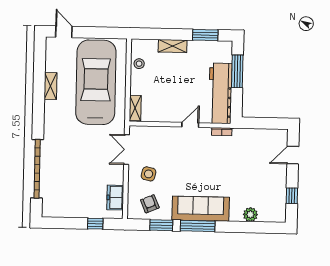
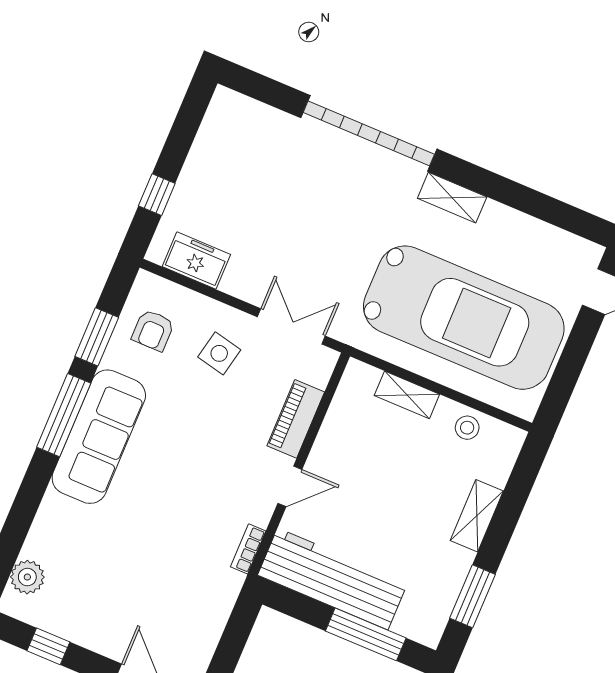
shelving: (50, 86) -> (452, 198), moved
shelving: (135, 108) -> (407, 395), moved
door: (190, 125) -> (290, 486), hinge flipped
piano: (163, 133) -> (296, 419), added
garage door: (37, 169) -> (369, 133), moved
armchair: (150, 204) -> (153, 330), turned 113
plant: (250, 215) -> (27, 577), moved

